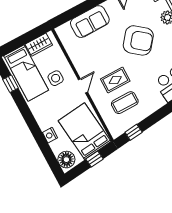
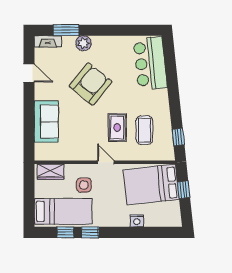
wardrobe: (39, 45) -> (51, 172), moved, turned 90
window: (21, 103) -> (90, 232), added
floor lamp: (66, 160) -> (169, 218), removed

